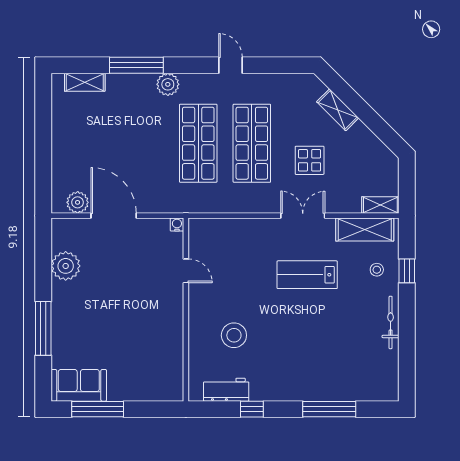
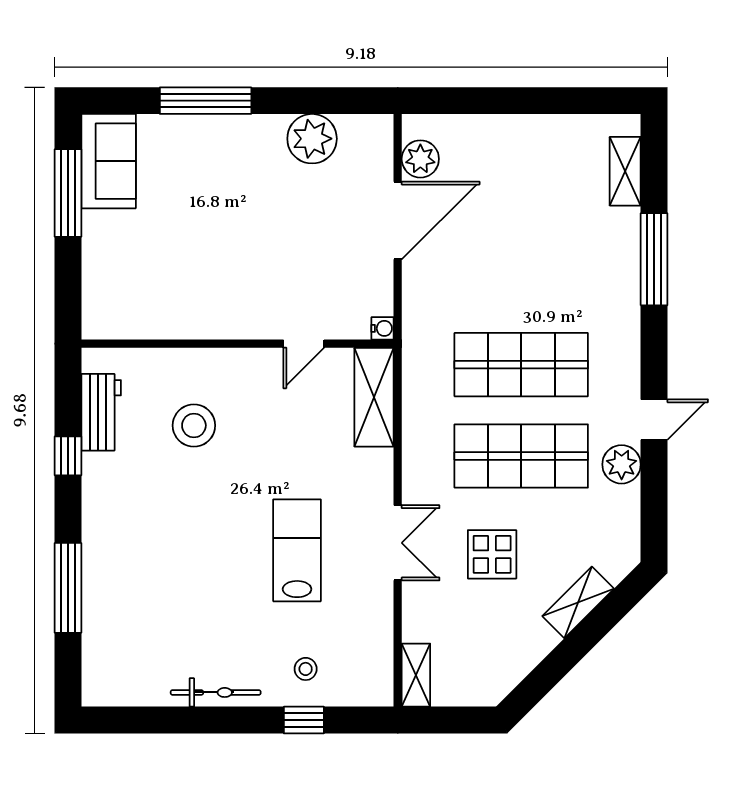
plant: (168, 84) -> (622, 464), moved
shelving: (365, 230) -> (374, 397), moved

